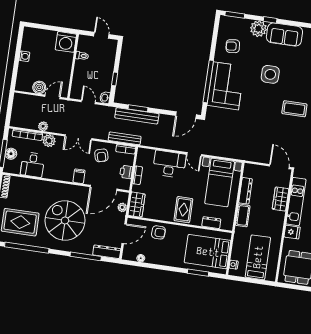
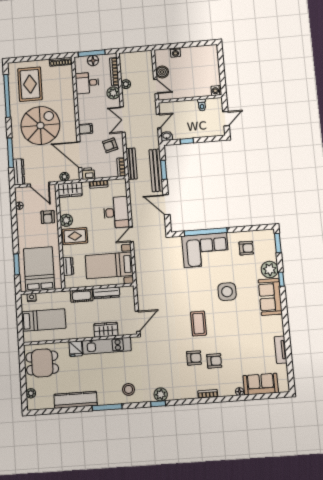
washing machine: (66, 42) -> (216, 91), width x0.53, depth x0.53
armchair: (233, 46) -> (246, 248), turned 96
washing machine: (24, 56) -> (175, 52), moved
door: (186, 115) -> (166, 205), moved
printer: (126, 172) -> (88, 174), moved
plant: (166, 215) -> (66, 220), added

